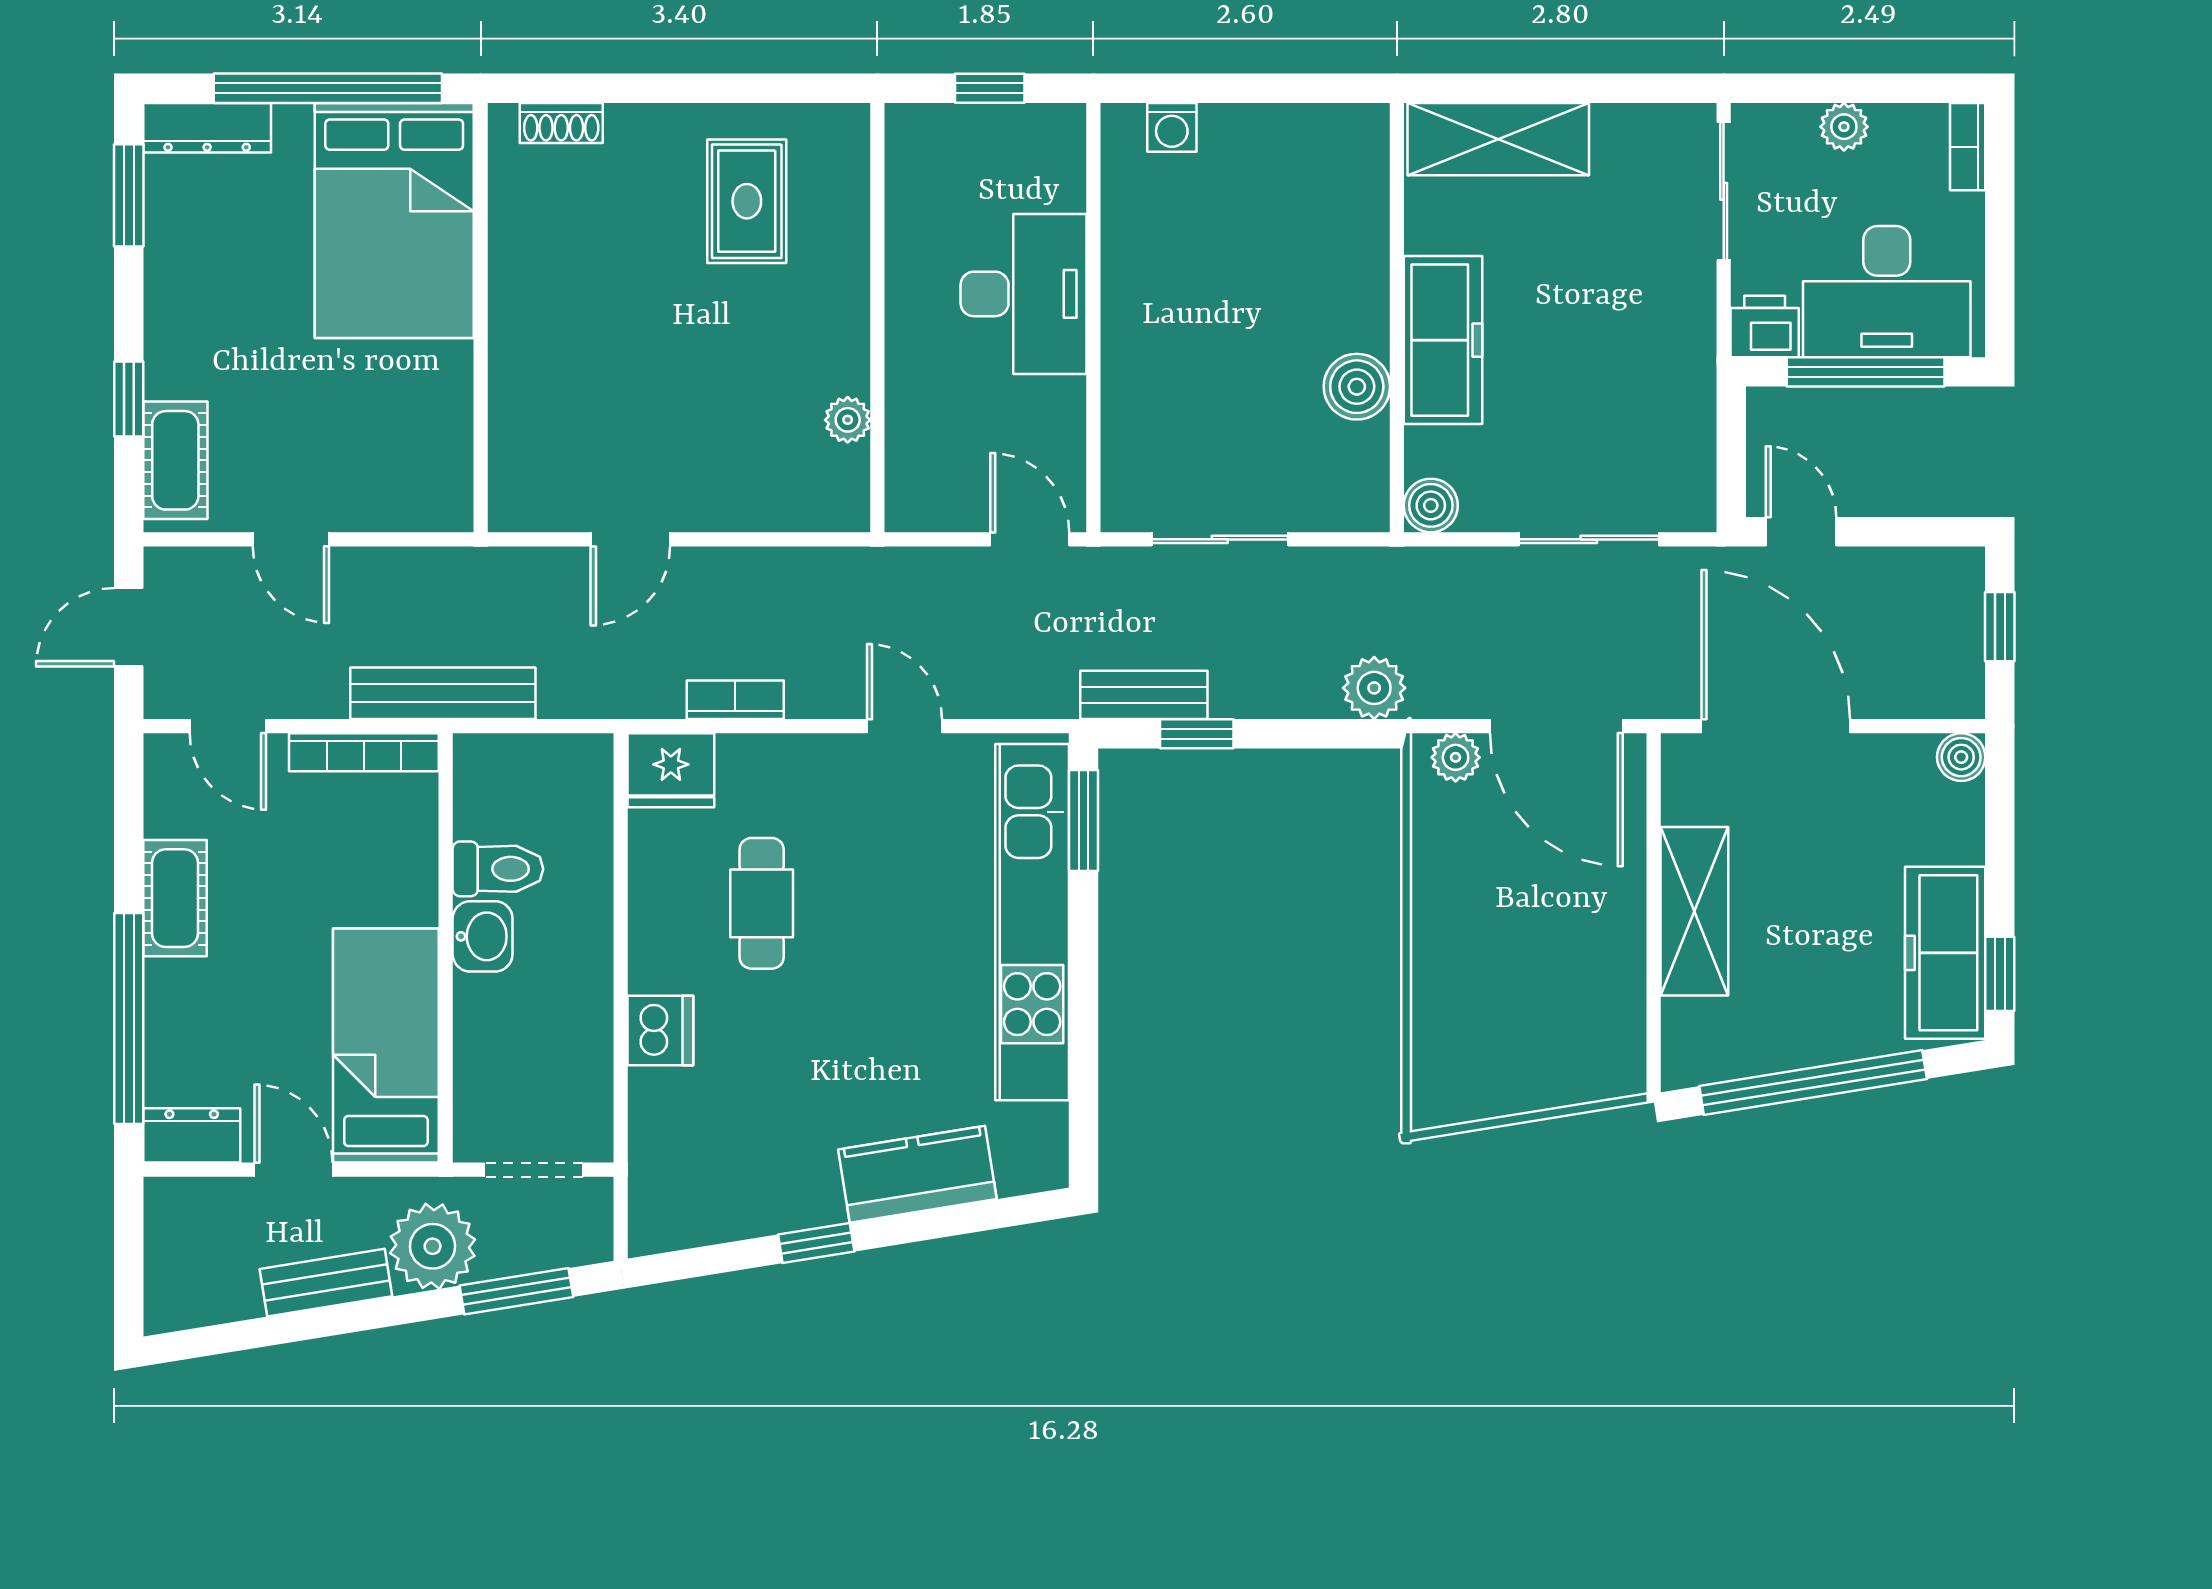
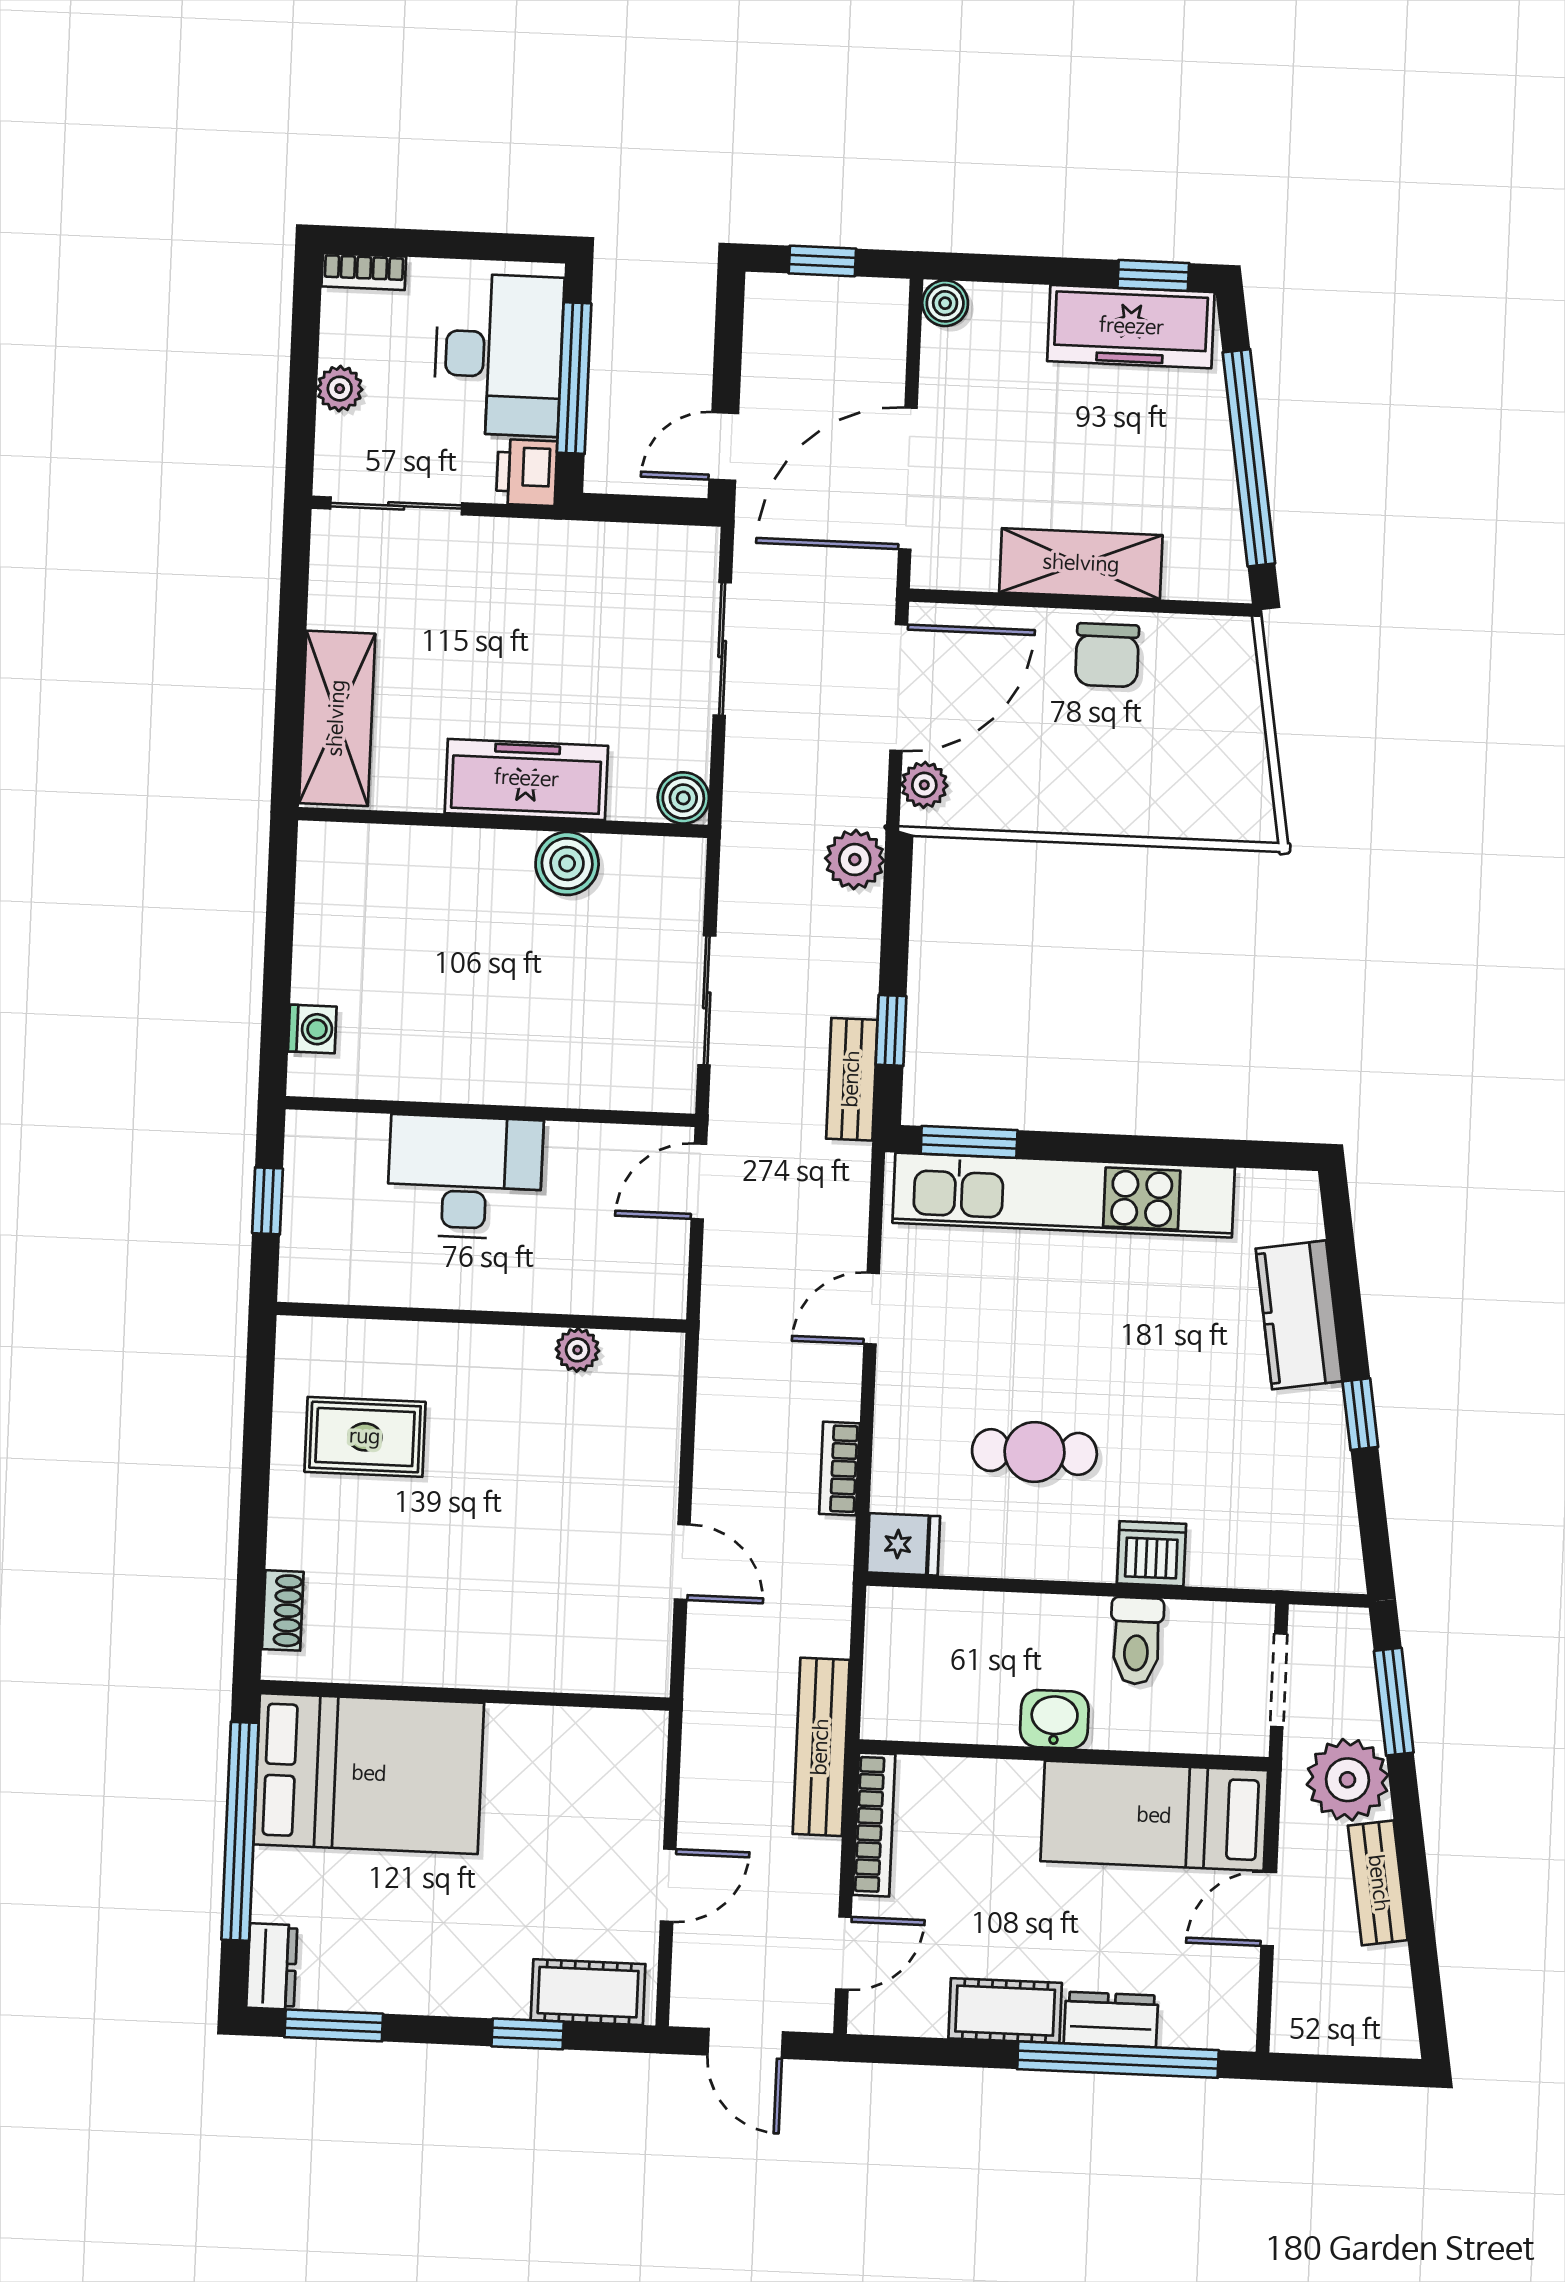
dresser: (207, 128) -> (272, 1966), width x0.70
fridge: (671, 770) -> (903, 1544), width x0.72
toilet: (498, 869) -> (1136, 1641), moved, turned 180
chair: (1600, 943) -> (1107, 655), added
dresser: (192, 1135) -> (1111, 2020), moved, turned 90

